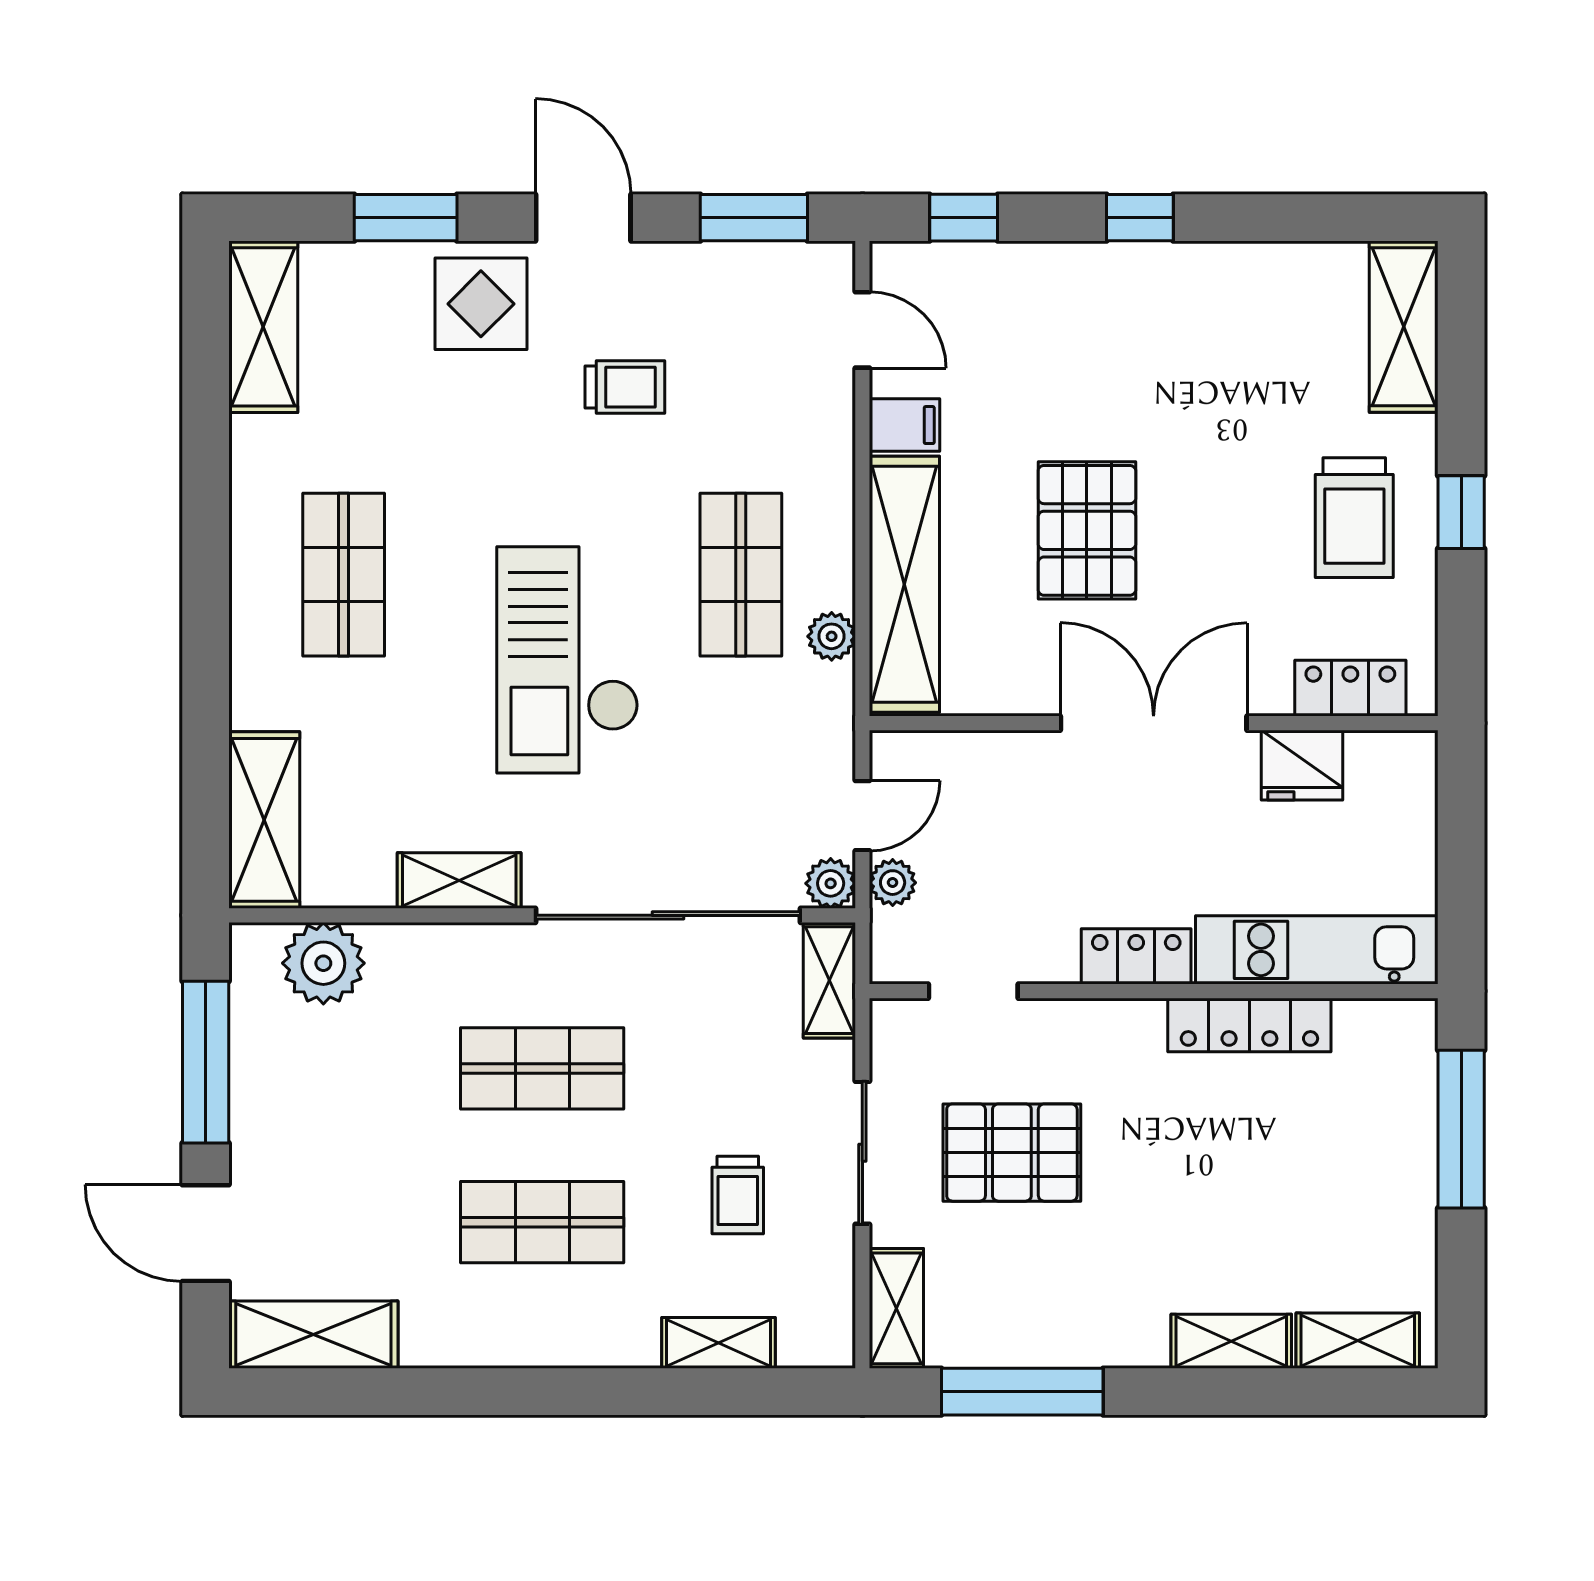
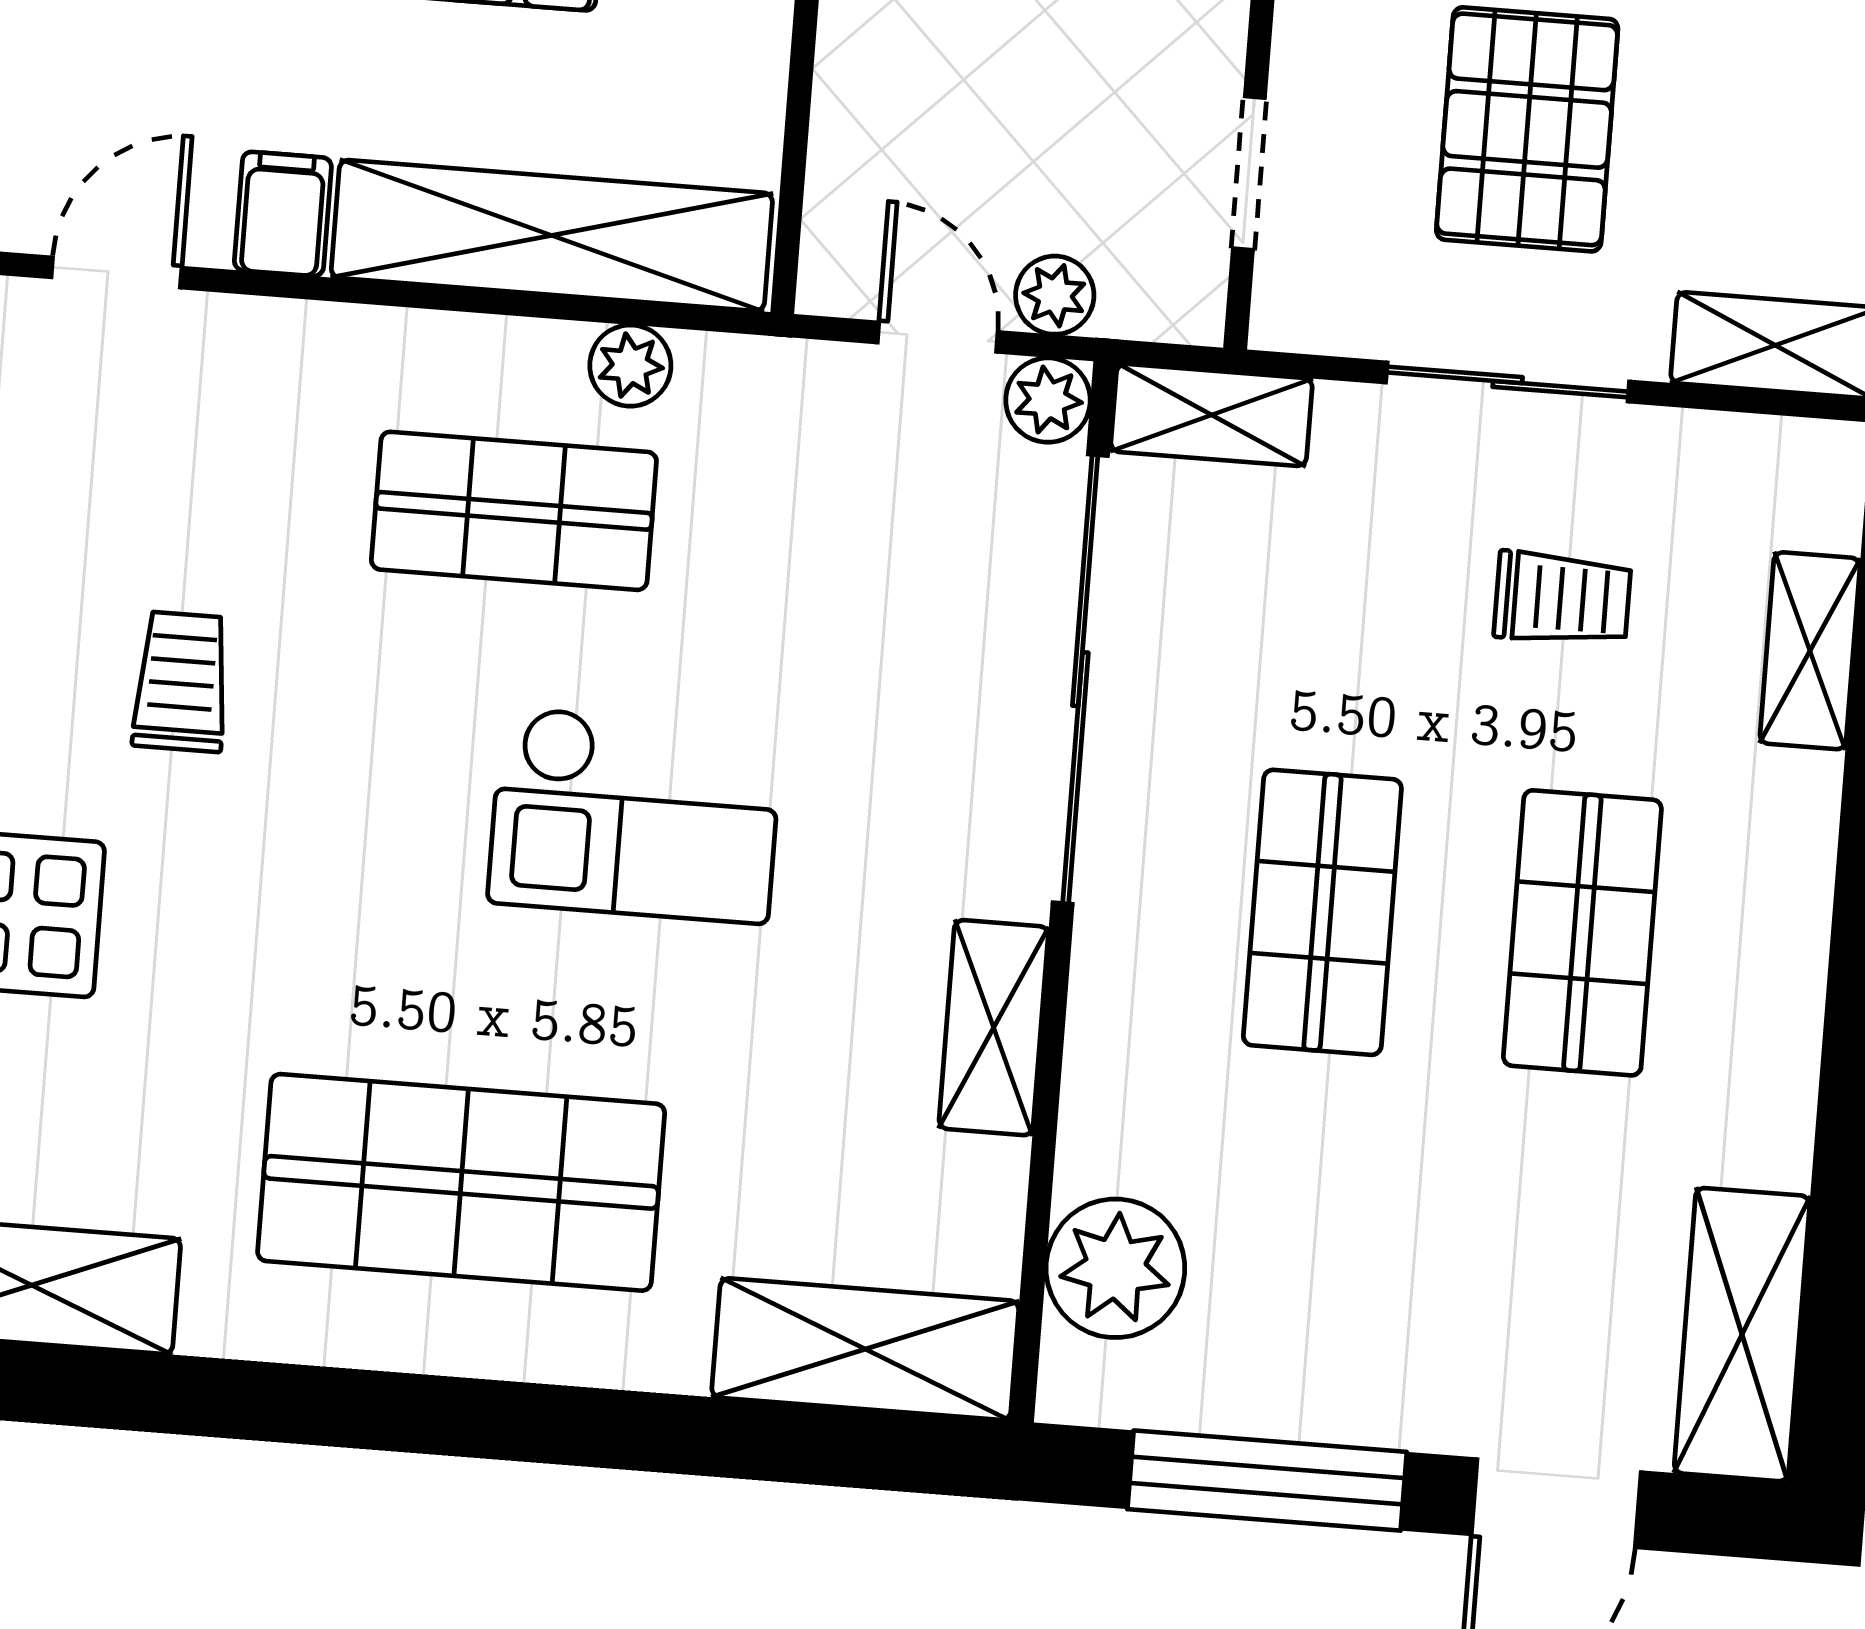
shop shelf: (344, 575) -> (461, 1182), width x1.43, depth x1.36
checkout: (568, 660) -> (635, 815), width x0.73, depth x0.83

